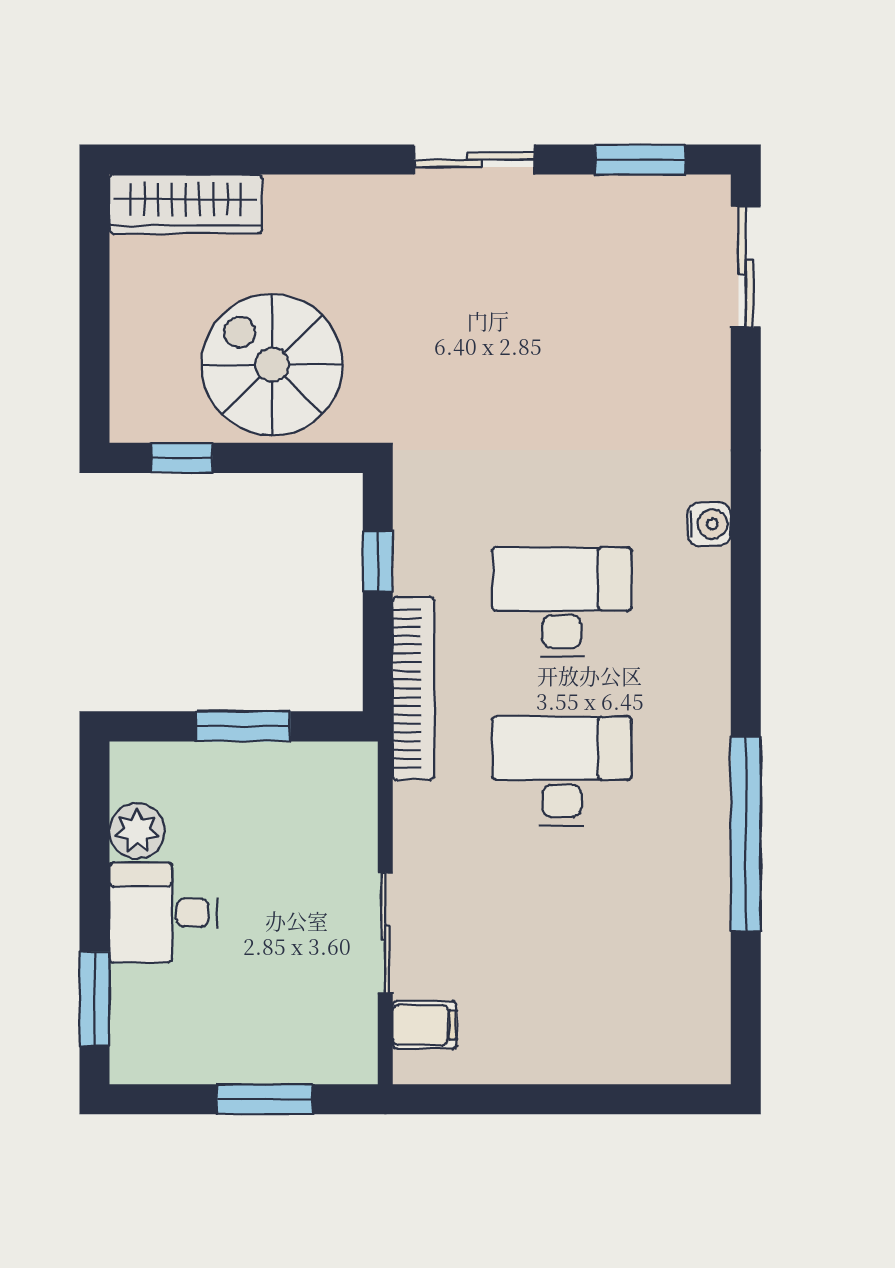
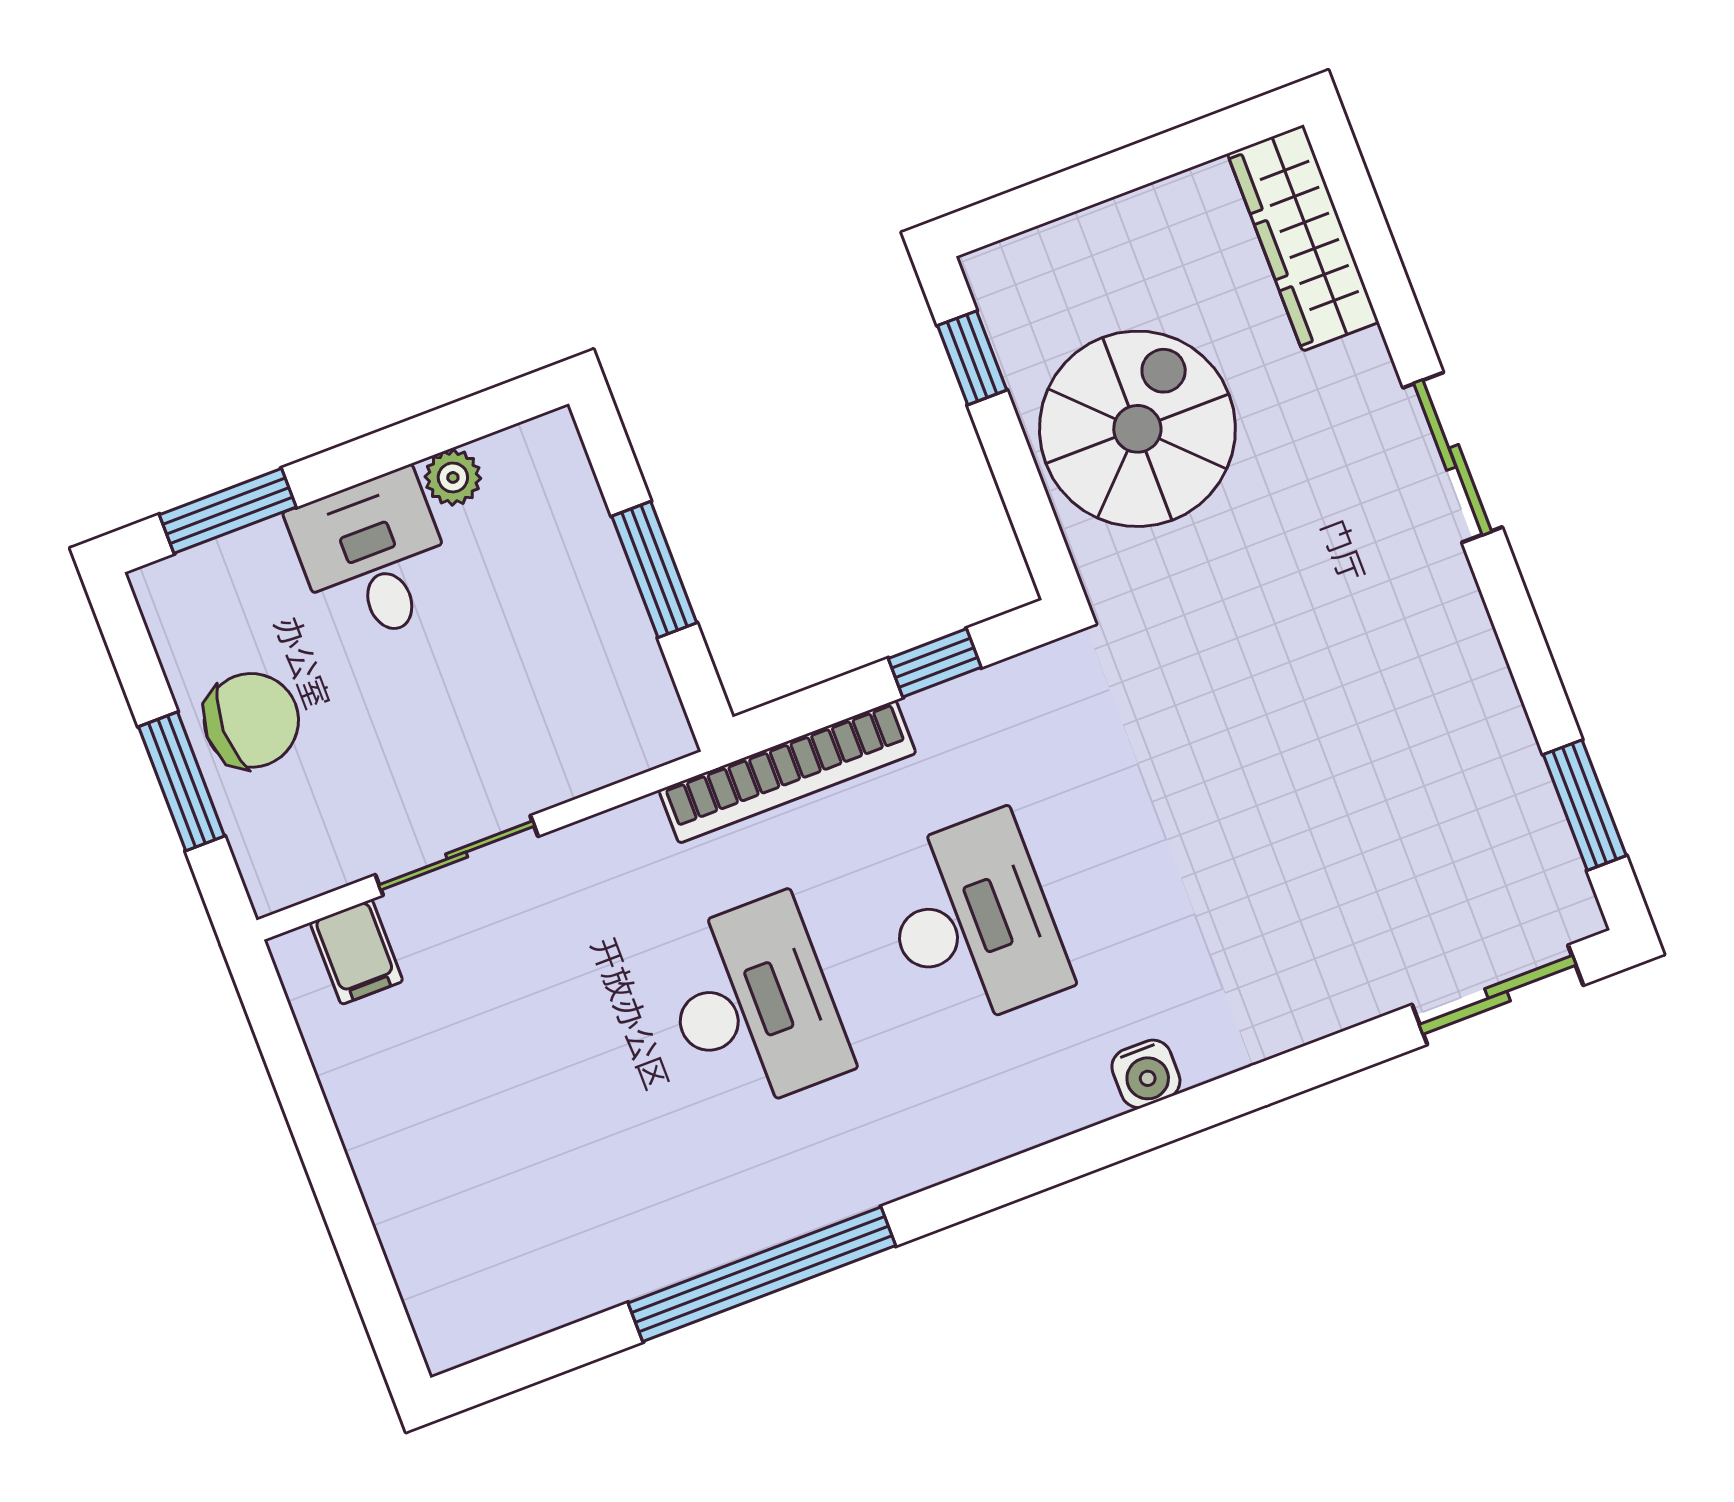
sliding door: (474, 160) -> (1453, 457), moved
plant: (137, 831) -> (453, 477), width x0.73, depth x0.73
chair: (242, 1037) -> (251, 720), added

